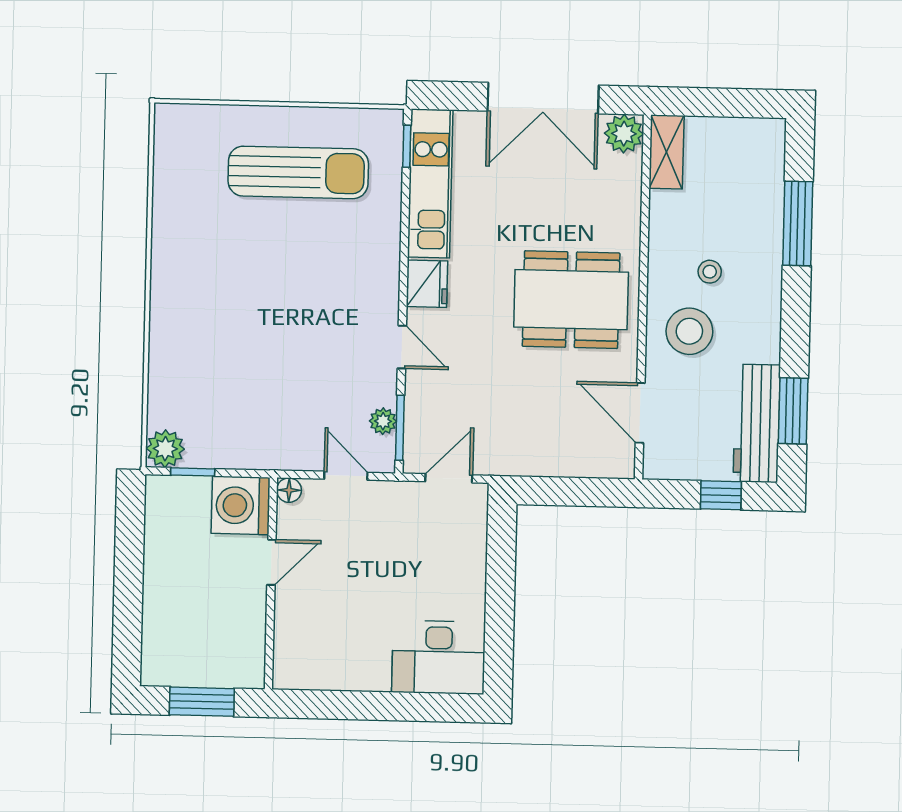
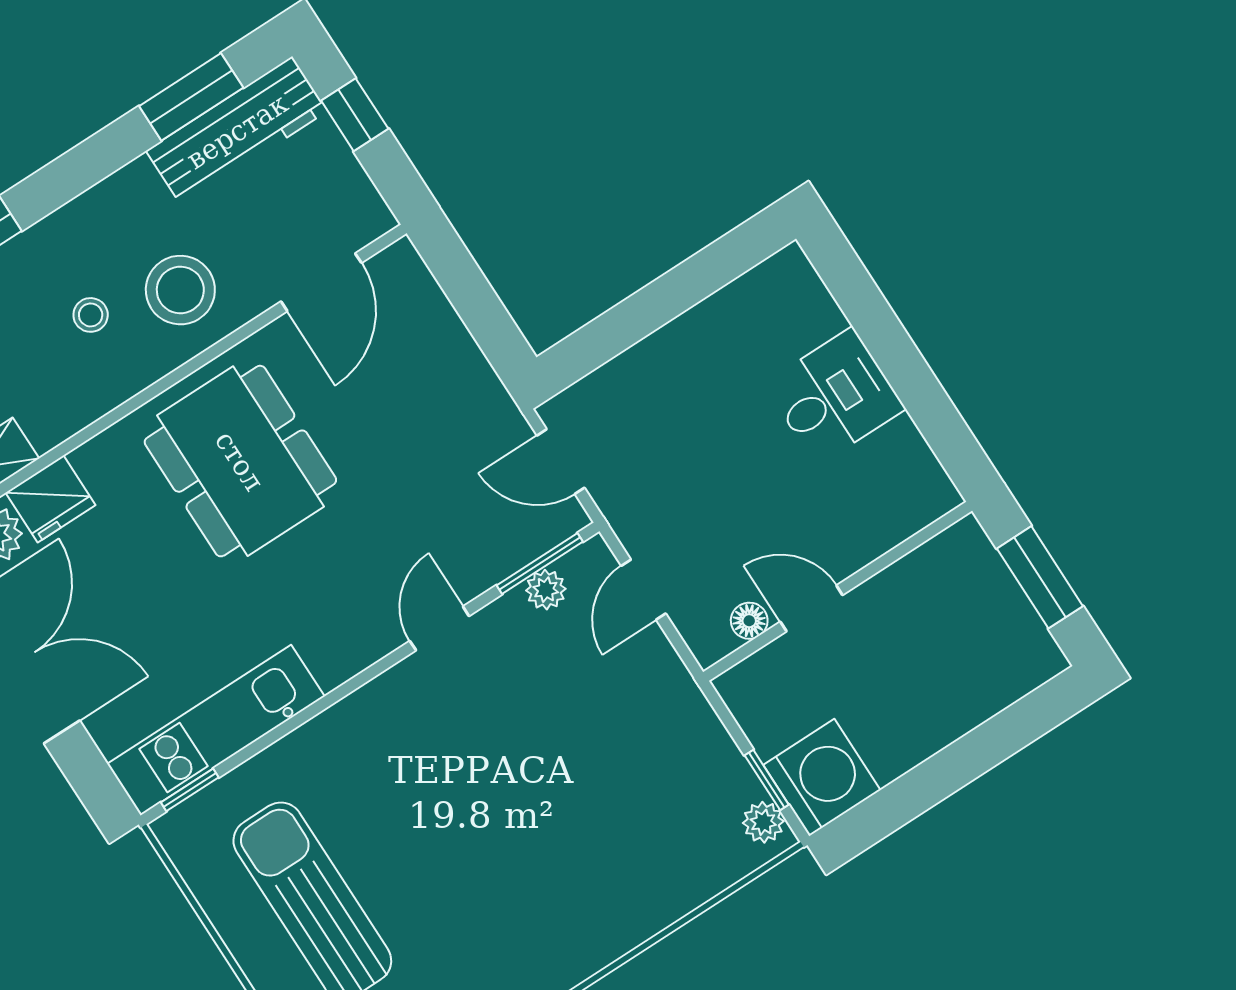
fridge: (427, 284) -> (50, 499), moved, turned 180
plant: (165, 449) -> (763, 822), width x0.73, depth x0.73
floor lamp: (289, 490) -> (749, 621), moved
washing machine: (241, 505) -> (822, 778), moved, turned -90
desk: (439, 657) -> (835, 396), moved, width x0.73

